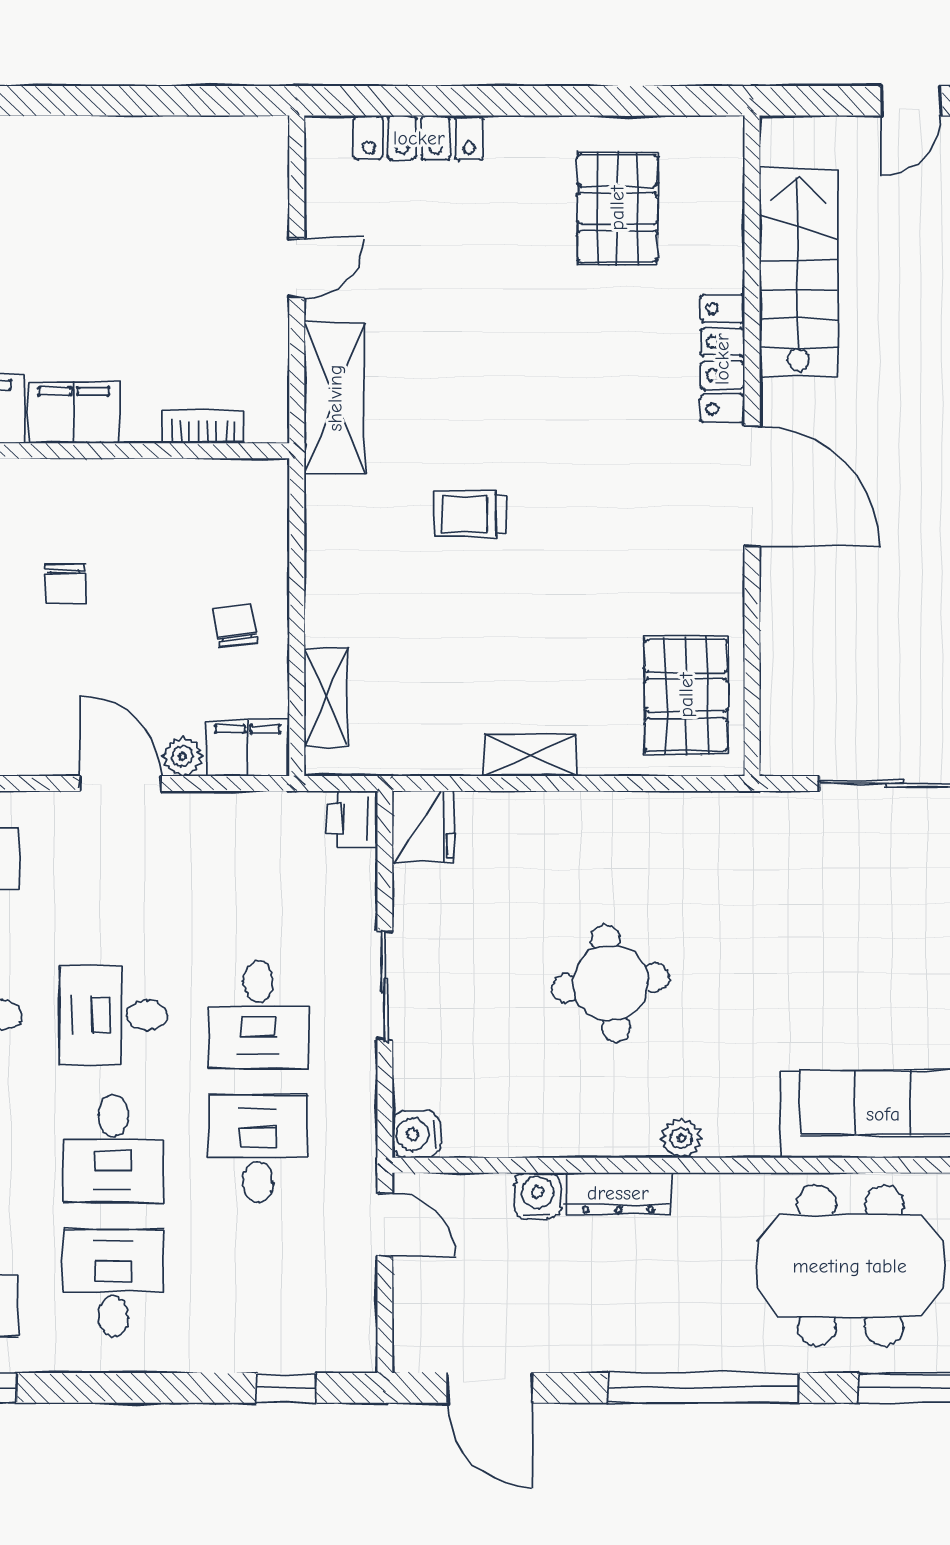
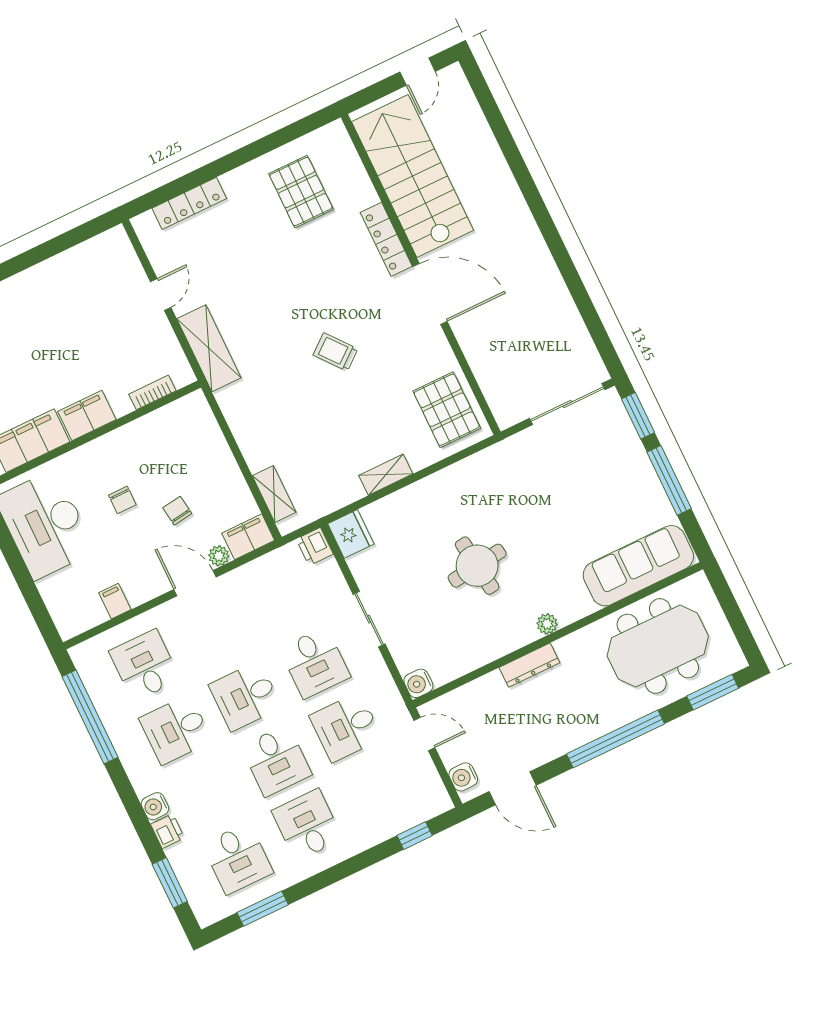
stairs: (798, 273) -> (412, 176), width x1.36, depth x1.51
trolley: (470, 514) -> (335, 352), moved, turned 51
chair: (236, 626) -> (177, 511), moved
desk: (258, 1149) -> (346, 727), turned -90
water cooler: (538, 1196) -> (463, 777), moved, turned -90

